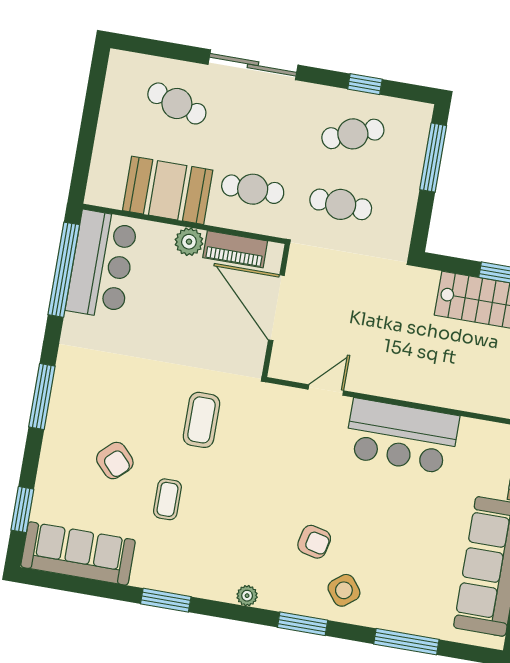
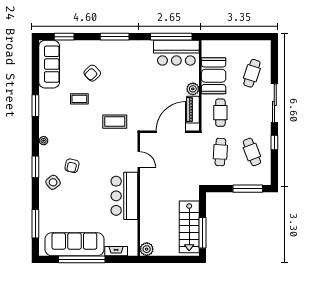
window: (365, 84) -> (274, 142), moved
coffee table: (201, 420) -> (115, 122), moved
window: (406, 642) -> (35, 224), moved

